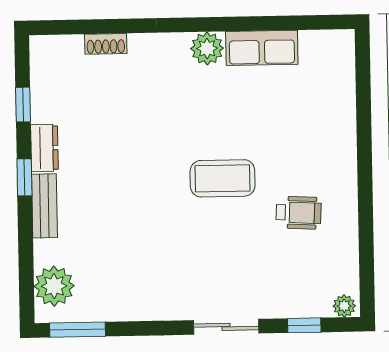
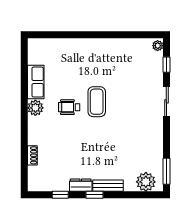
wheelchair: (298, 213) -> (69, 107), moved, turned -93

